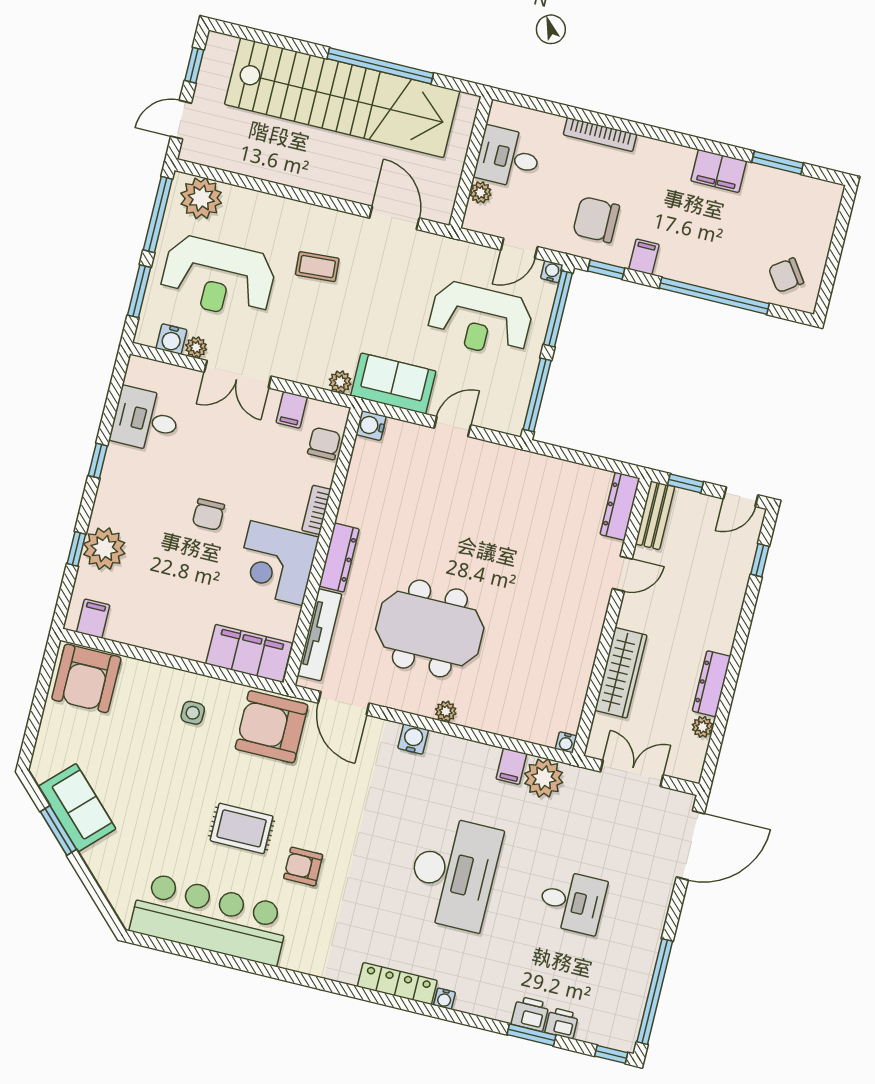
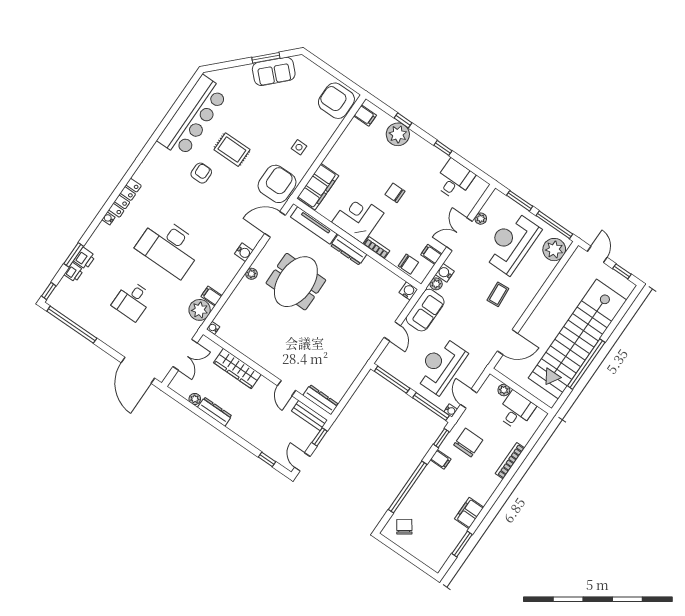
water cooler: (172, 339) -> (445, 273), moved
rug: (242, 828) -> (232, 150), turned 90

